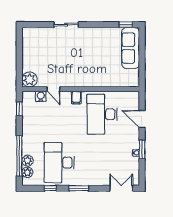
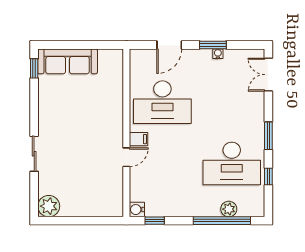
plant: (30, 79) -> (49, 206), moved
door: (53, 89) -> (126, 157), moved
water cooler: (41, 96) -> (137, 210), moved
plant: (27, 172) -> (246, 209), removed

